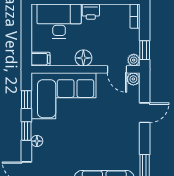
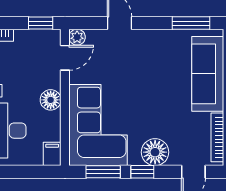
plant: (134, 60) -> (53, 37), removed
window: (26, 100) -> (103, 172), width x1.50
floor lamp: (37, 141) -> (155, 152), width x1.89, depth x1.89

